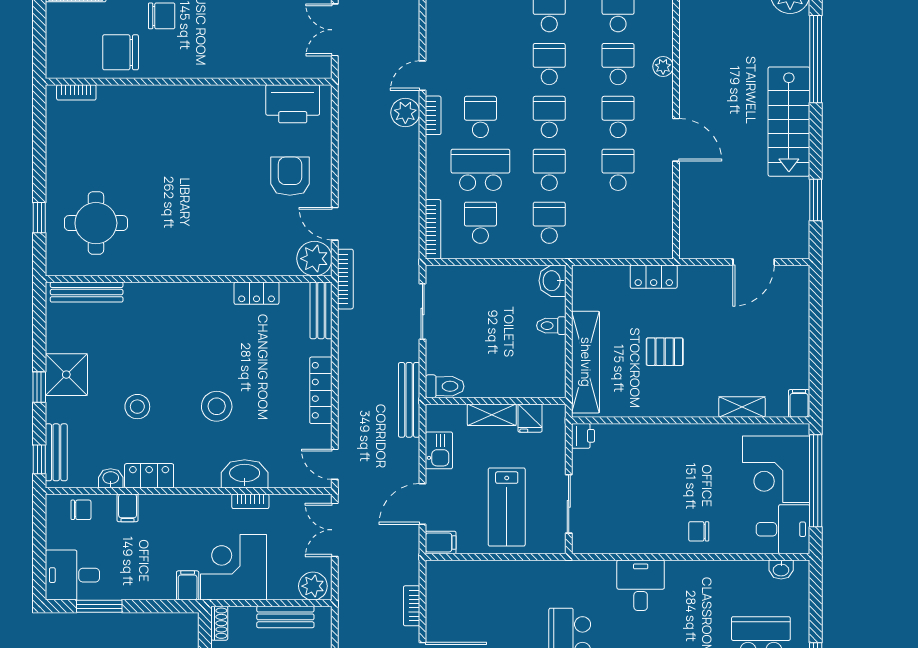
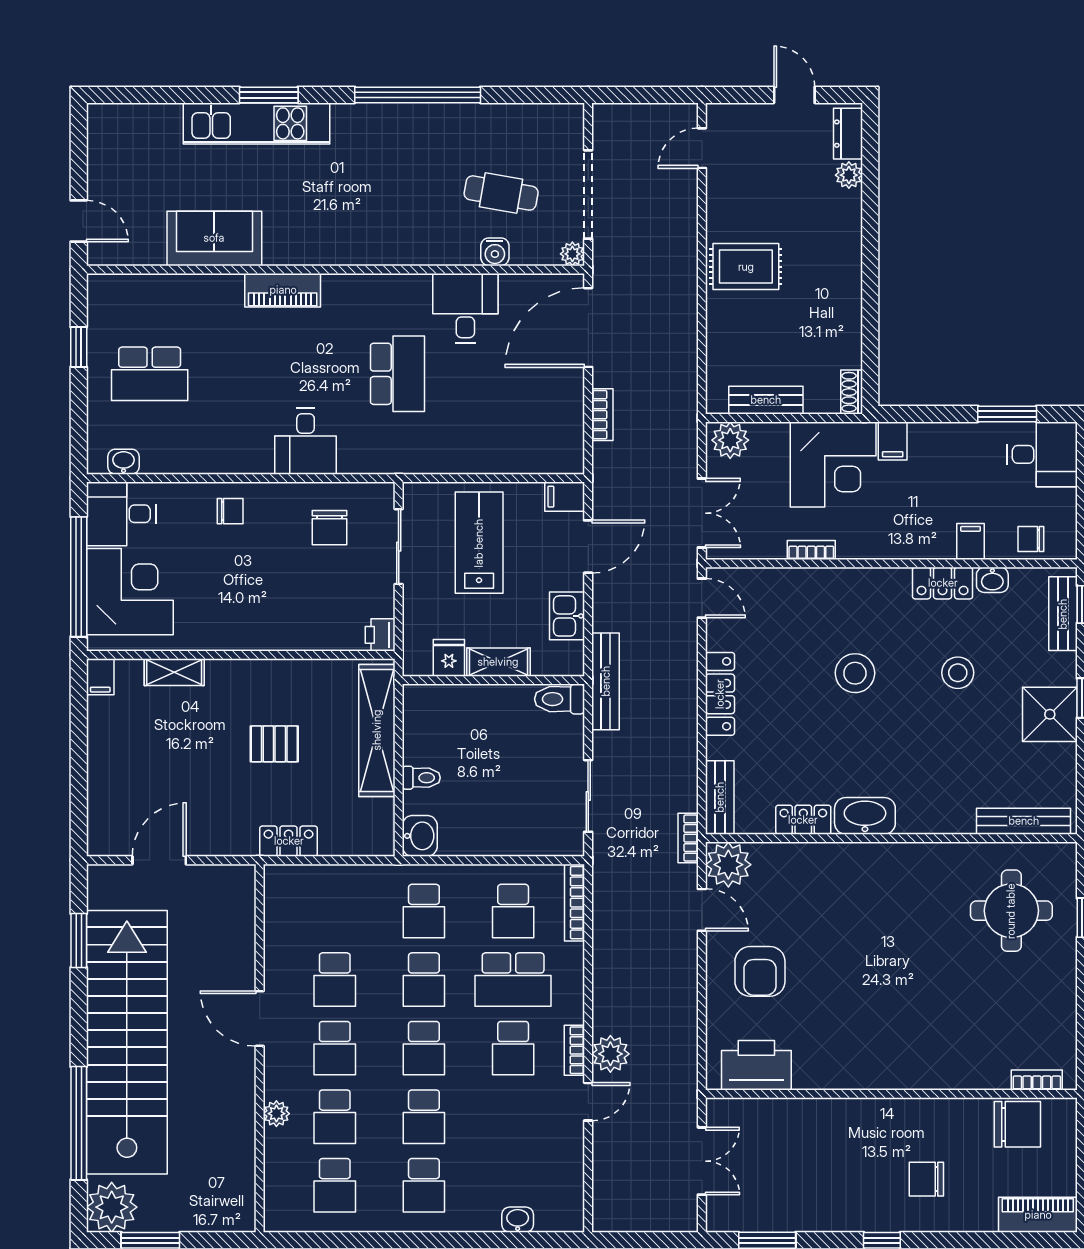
chair: (121, 52) -> (1017, 1124), moved
stairs: (789, 122) -> (127, 1042), width x1.86, depth x1.51
bookcase: (345, 279) -> (688, 838), width x0.64
washbasin: (245, 474) -> (865, 816), moved, turned 180
chair: (622, 519) -> (329, 528), added

